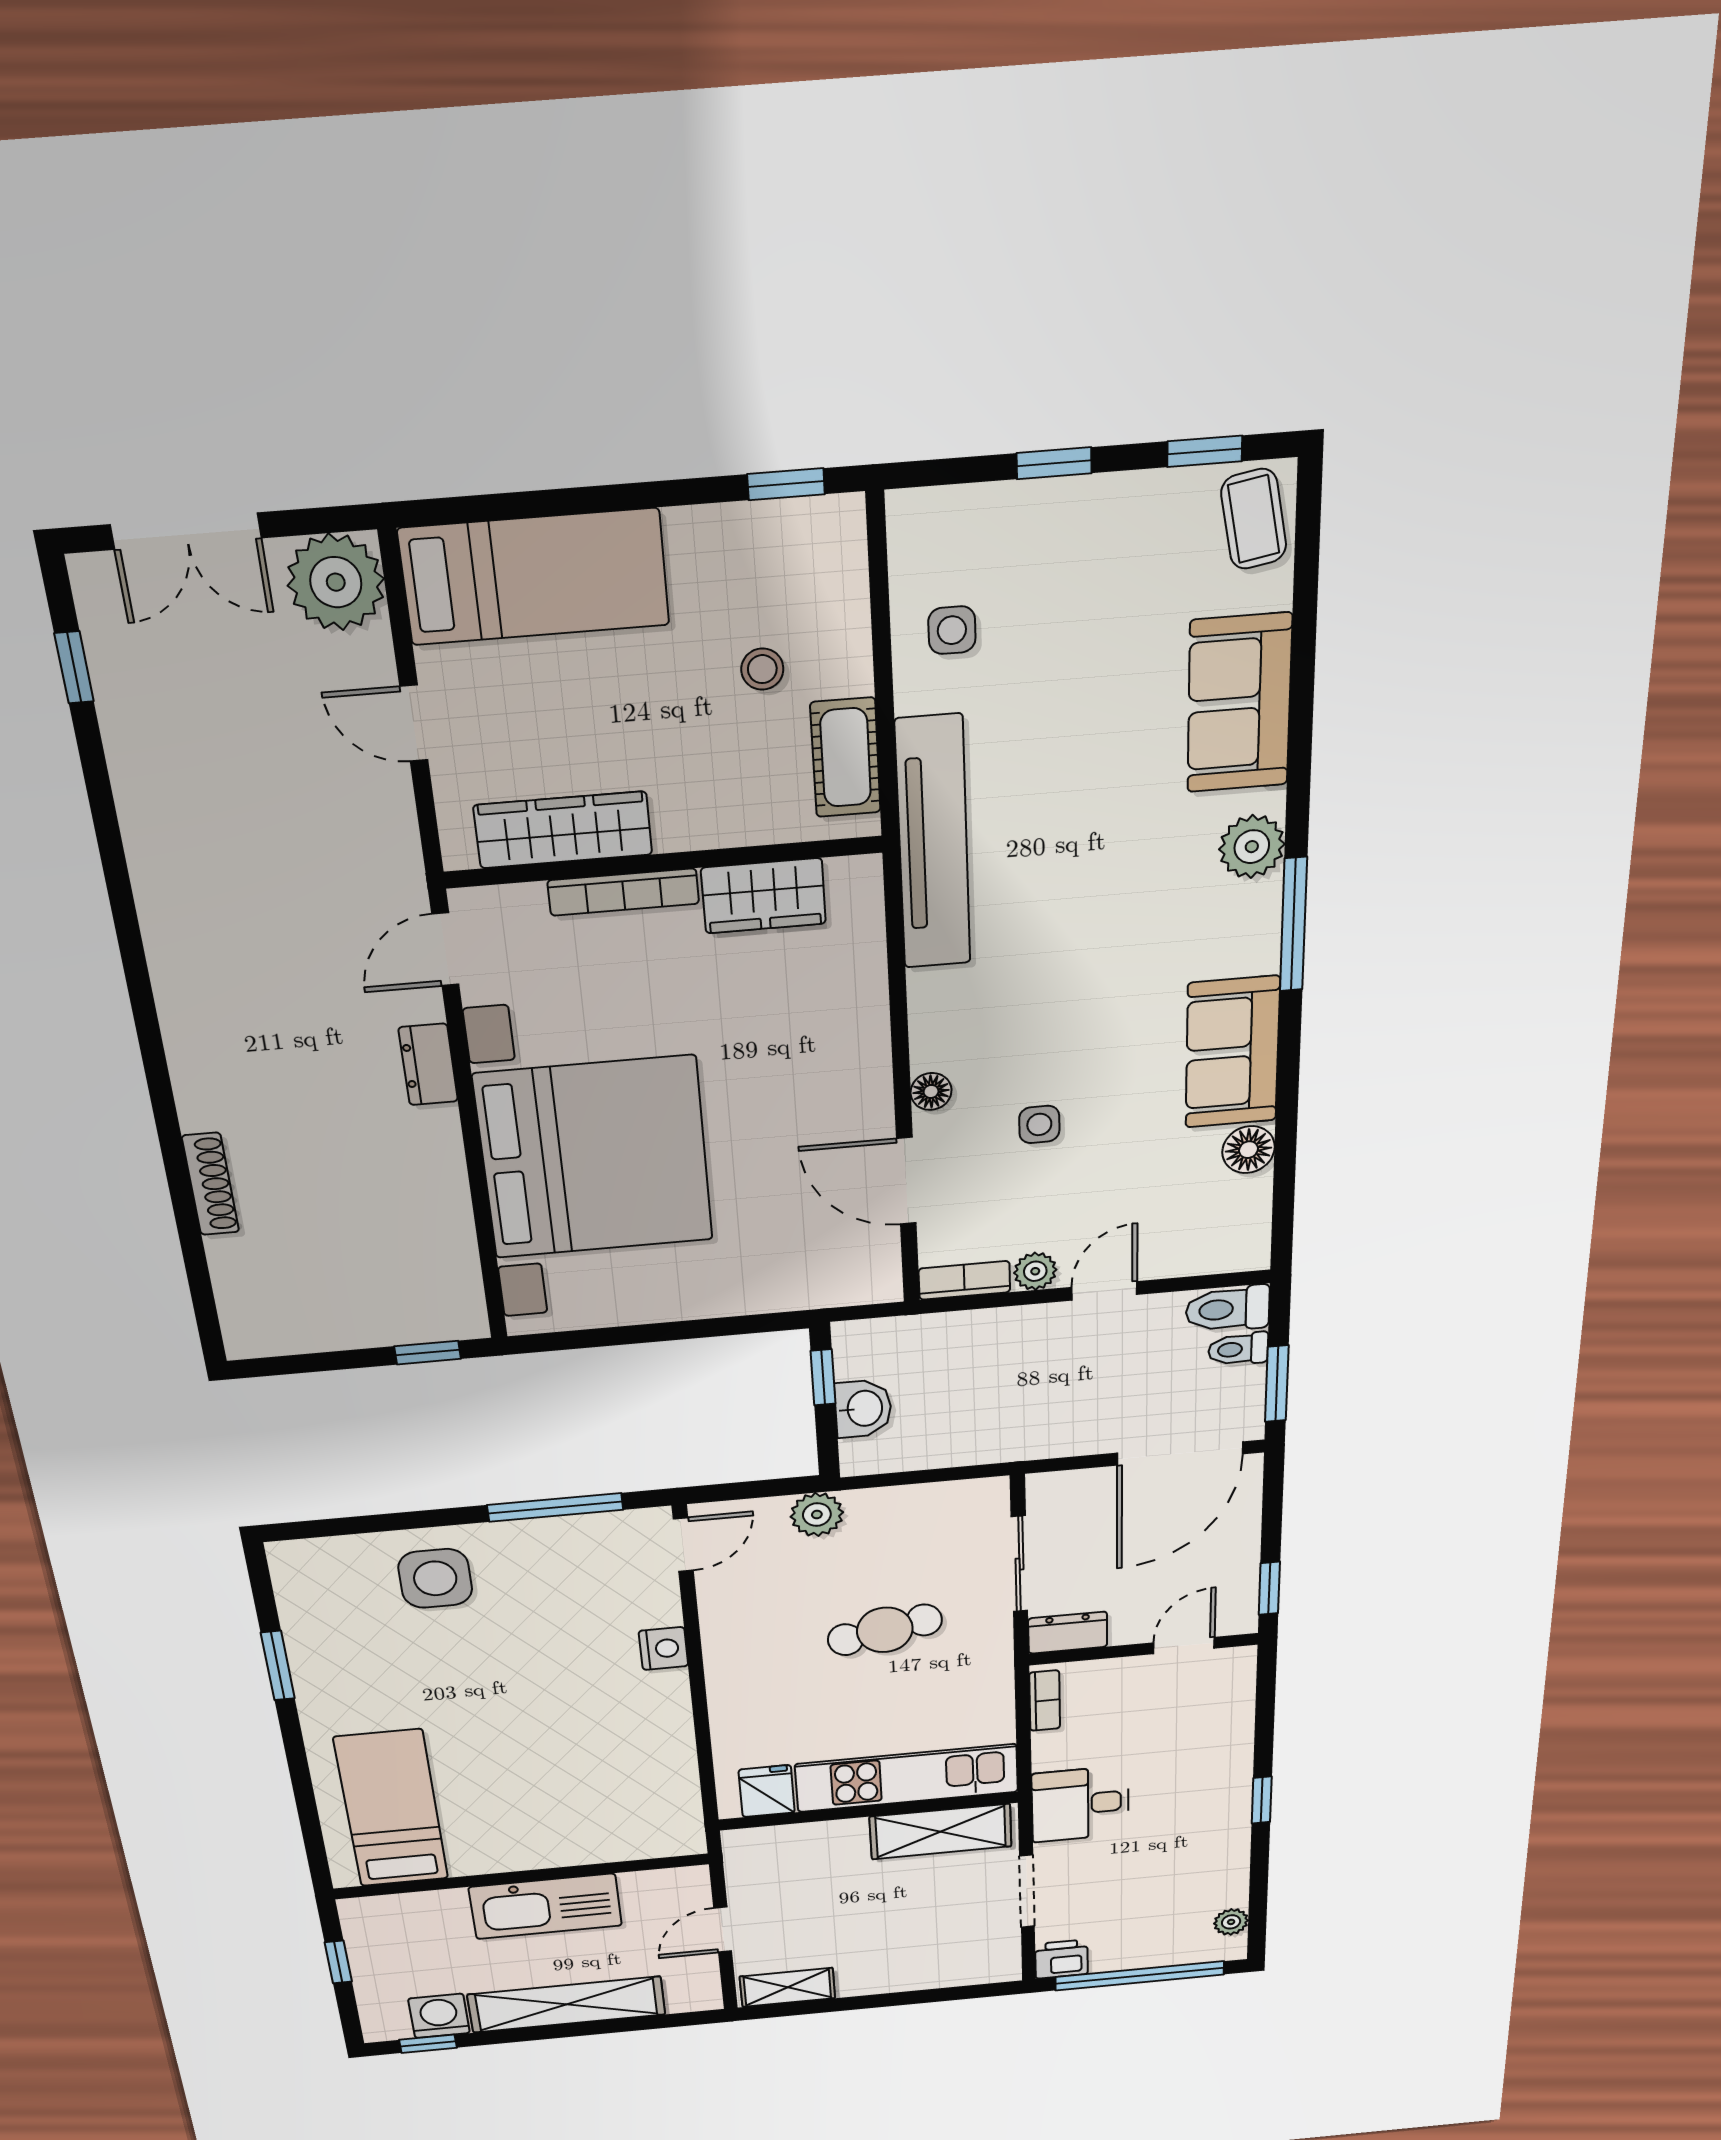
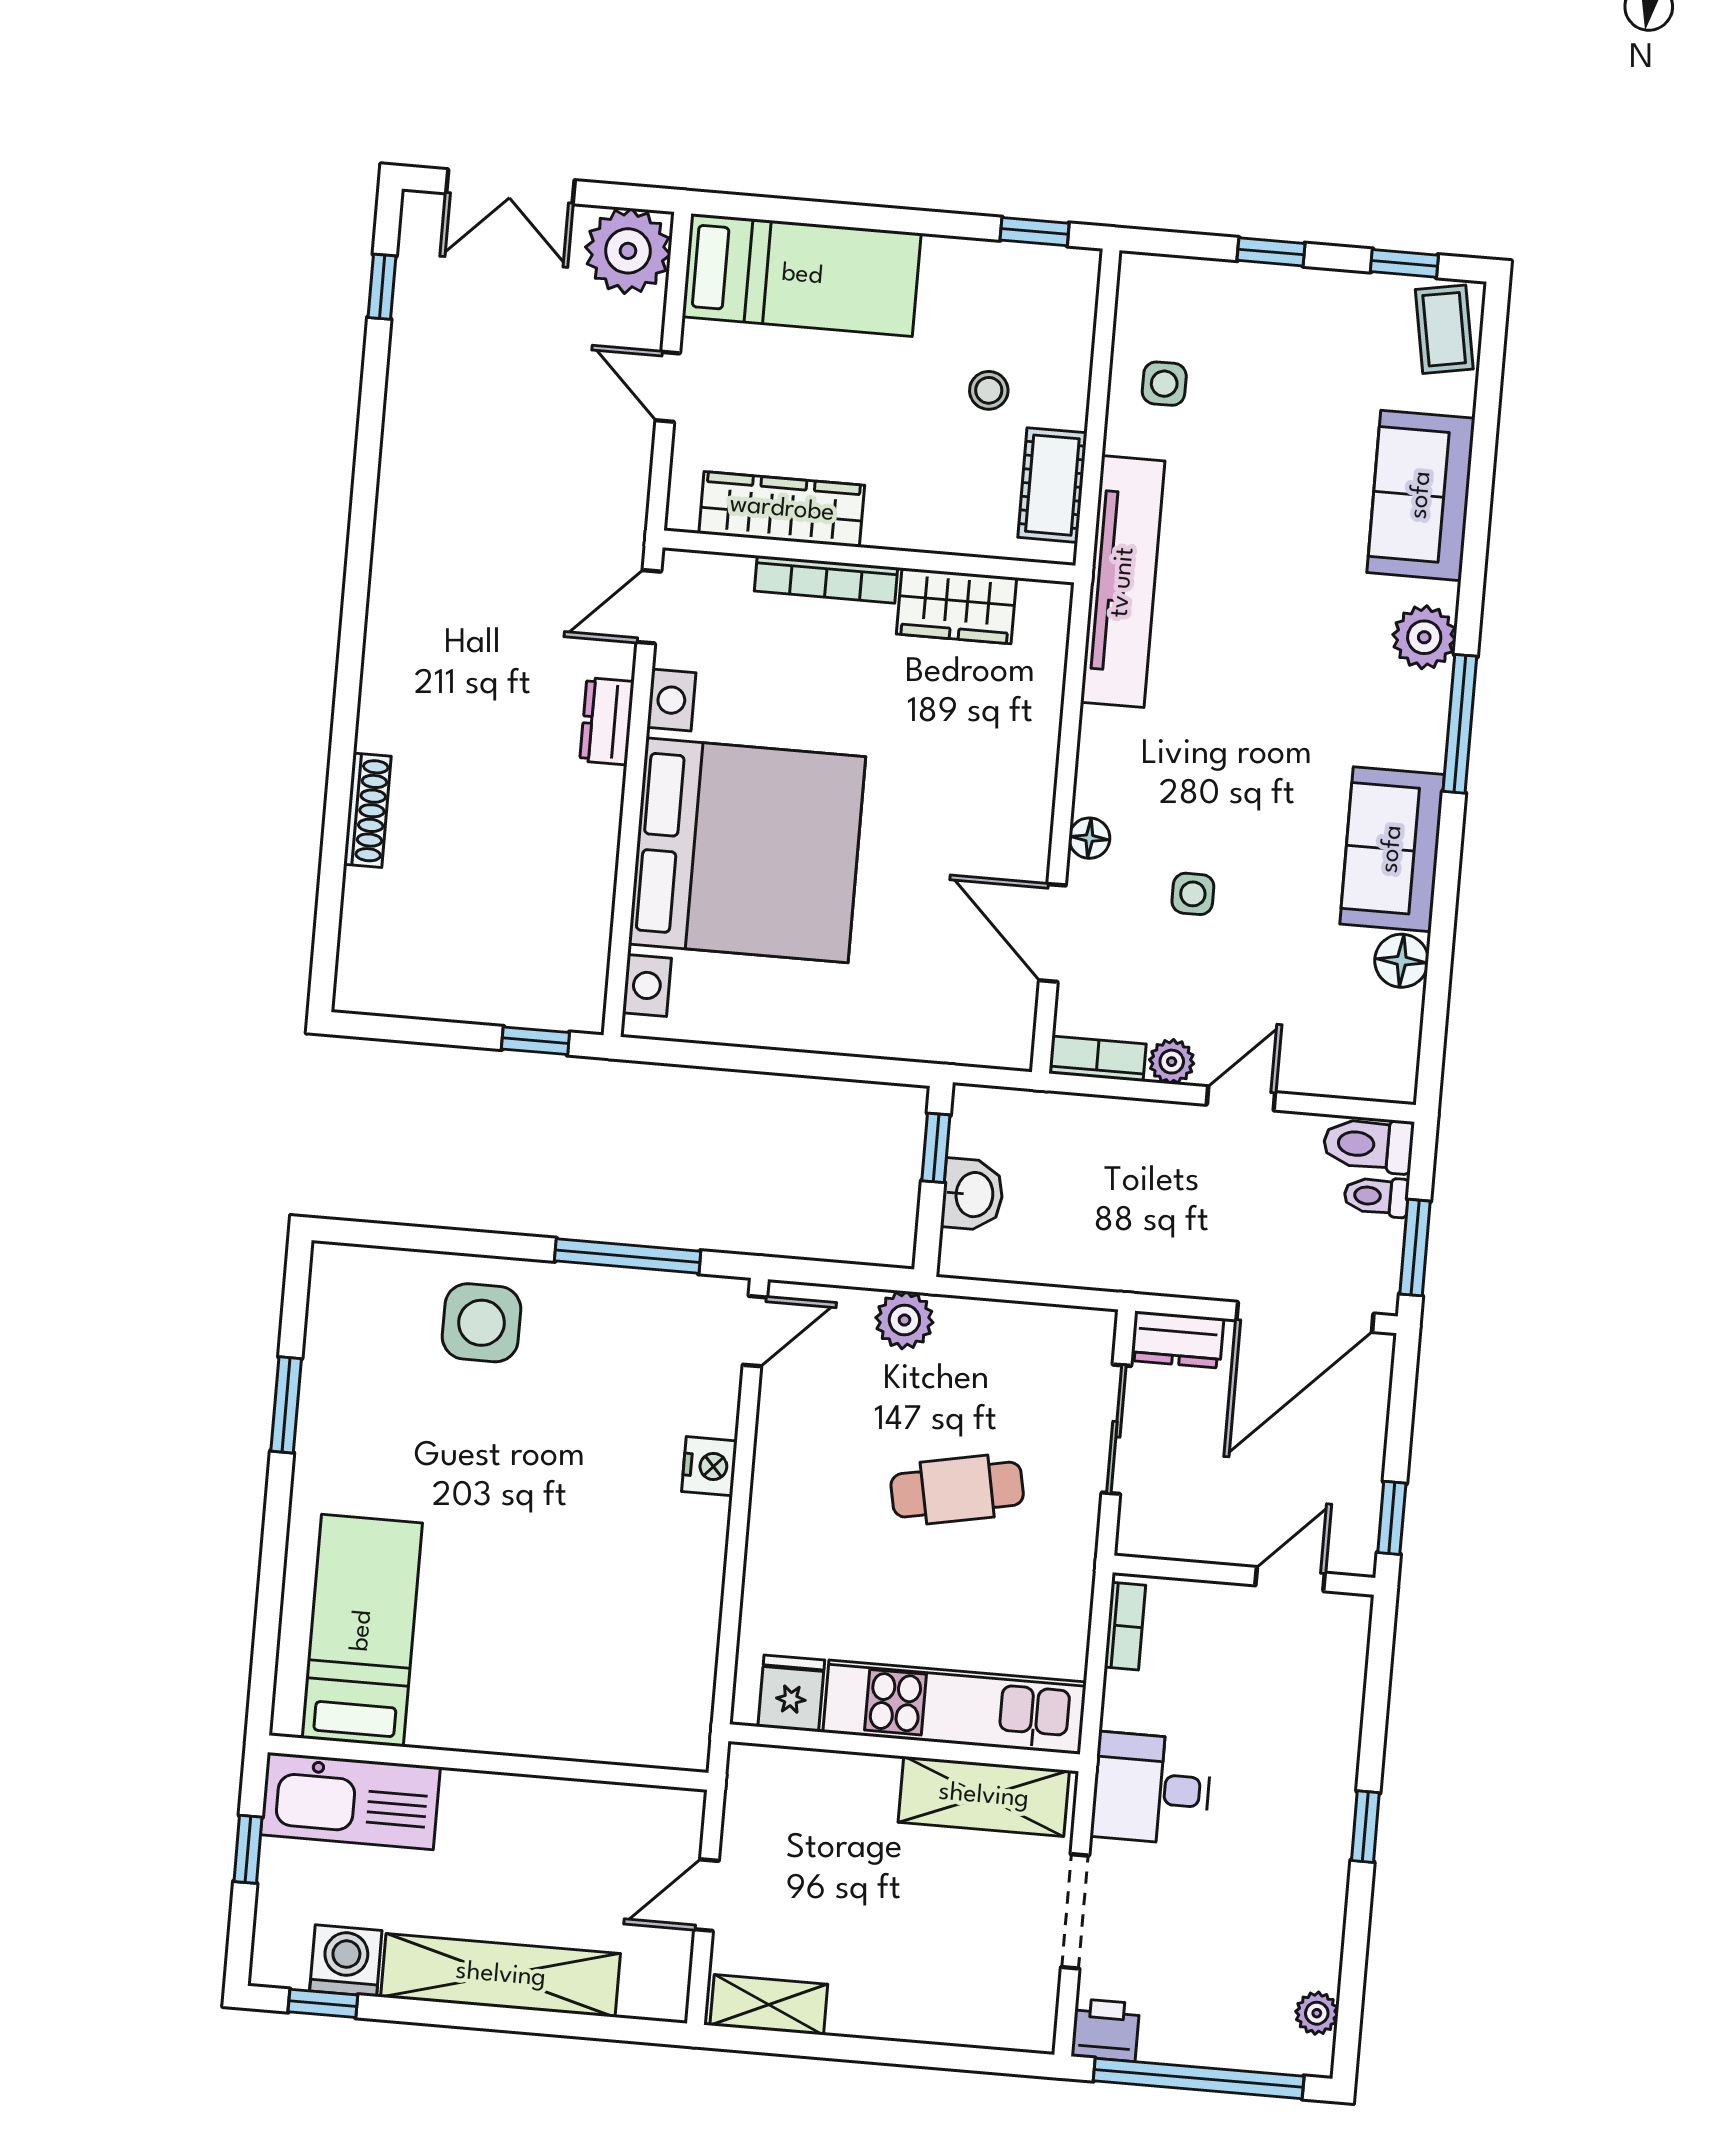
dresser: (1068, 1633) -> (1177, 1340), moved, turned 180
kitchen sink: (545, 1906) -> (350, 1801), moved

